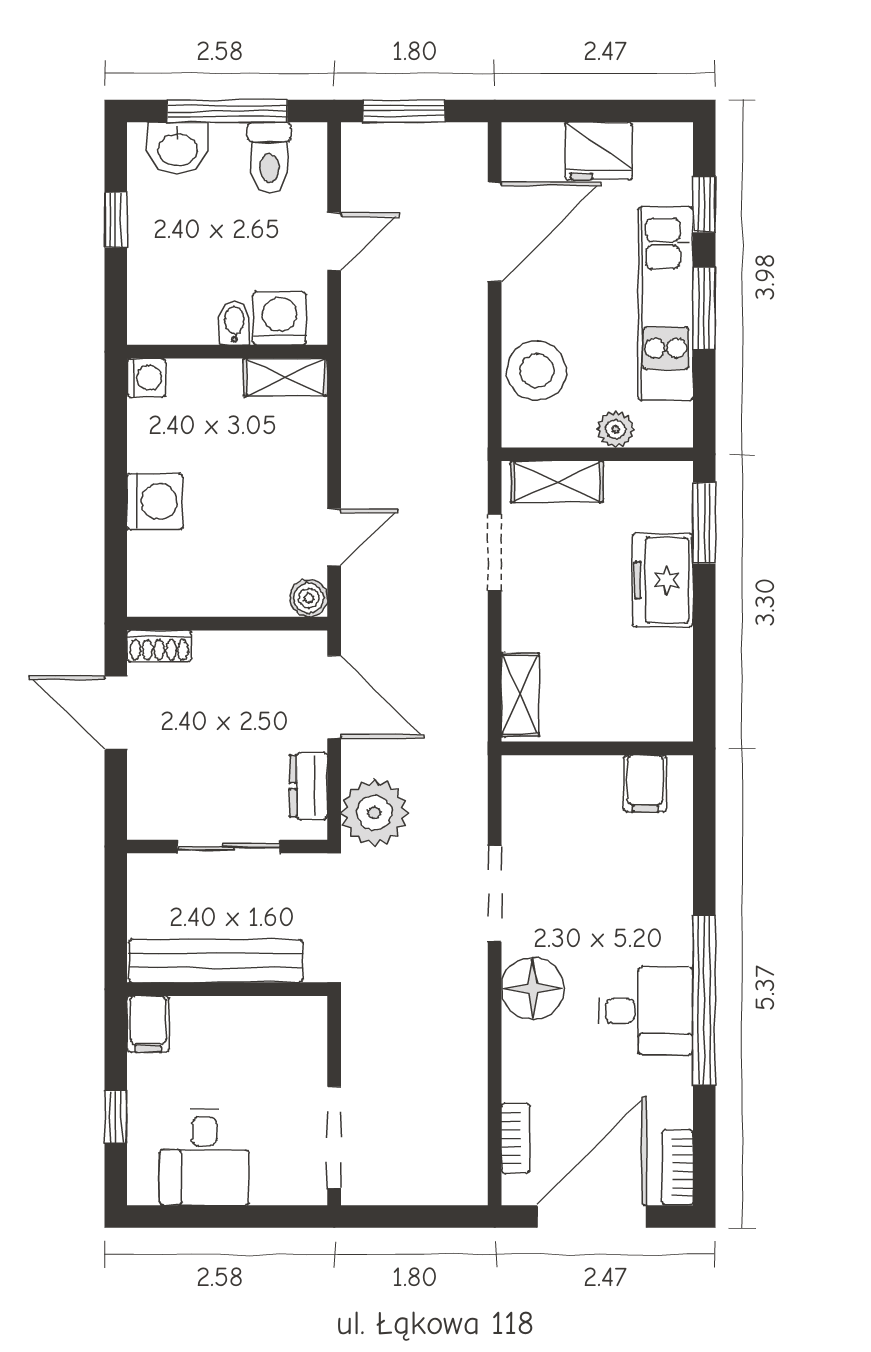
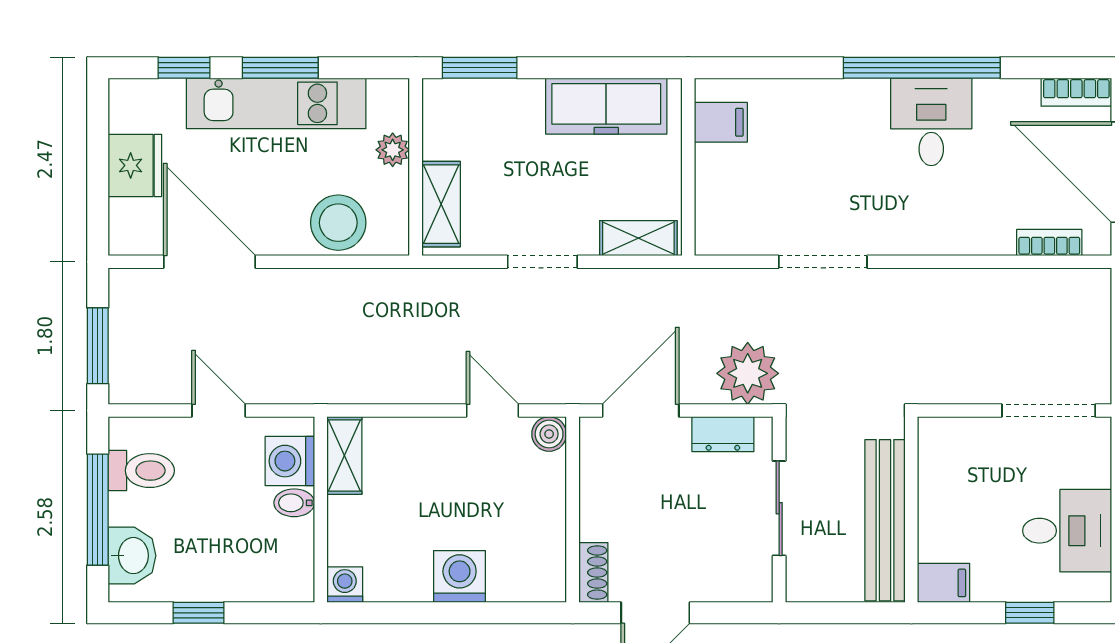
doorway: (495, 552) -> (542, 262), moved
freezer: (663, 580) -> (606, 106), moved, width x1.40
floor lamp: (533, 989) -> (911, 227), removed

